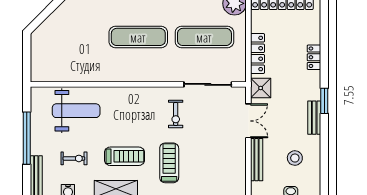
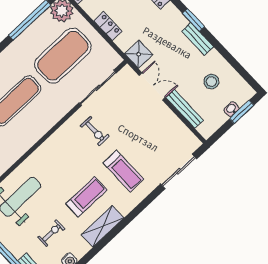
exercise mat: (204, 37) -> (63, 56), width x1.47
locker: (258, 53) -> (108, 26), width x0.66
treadmill: (169, 163) -> (123, 171), turned 180

